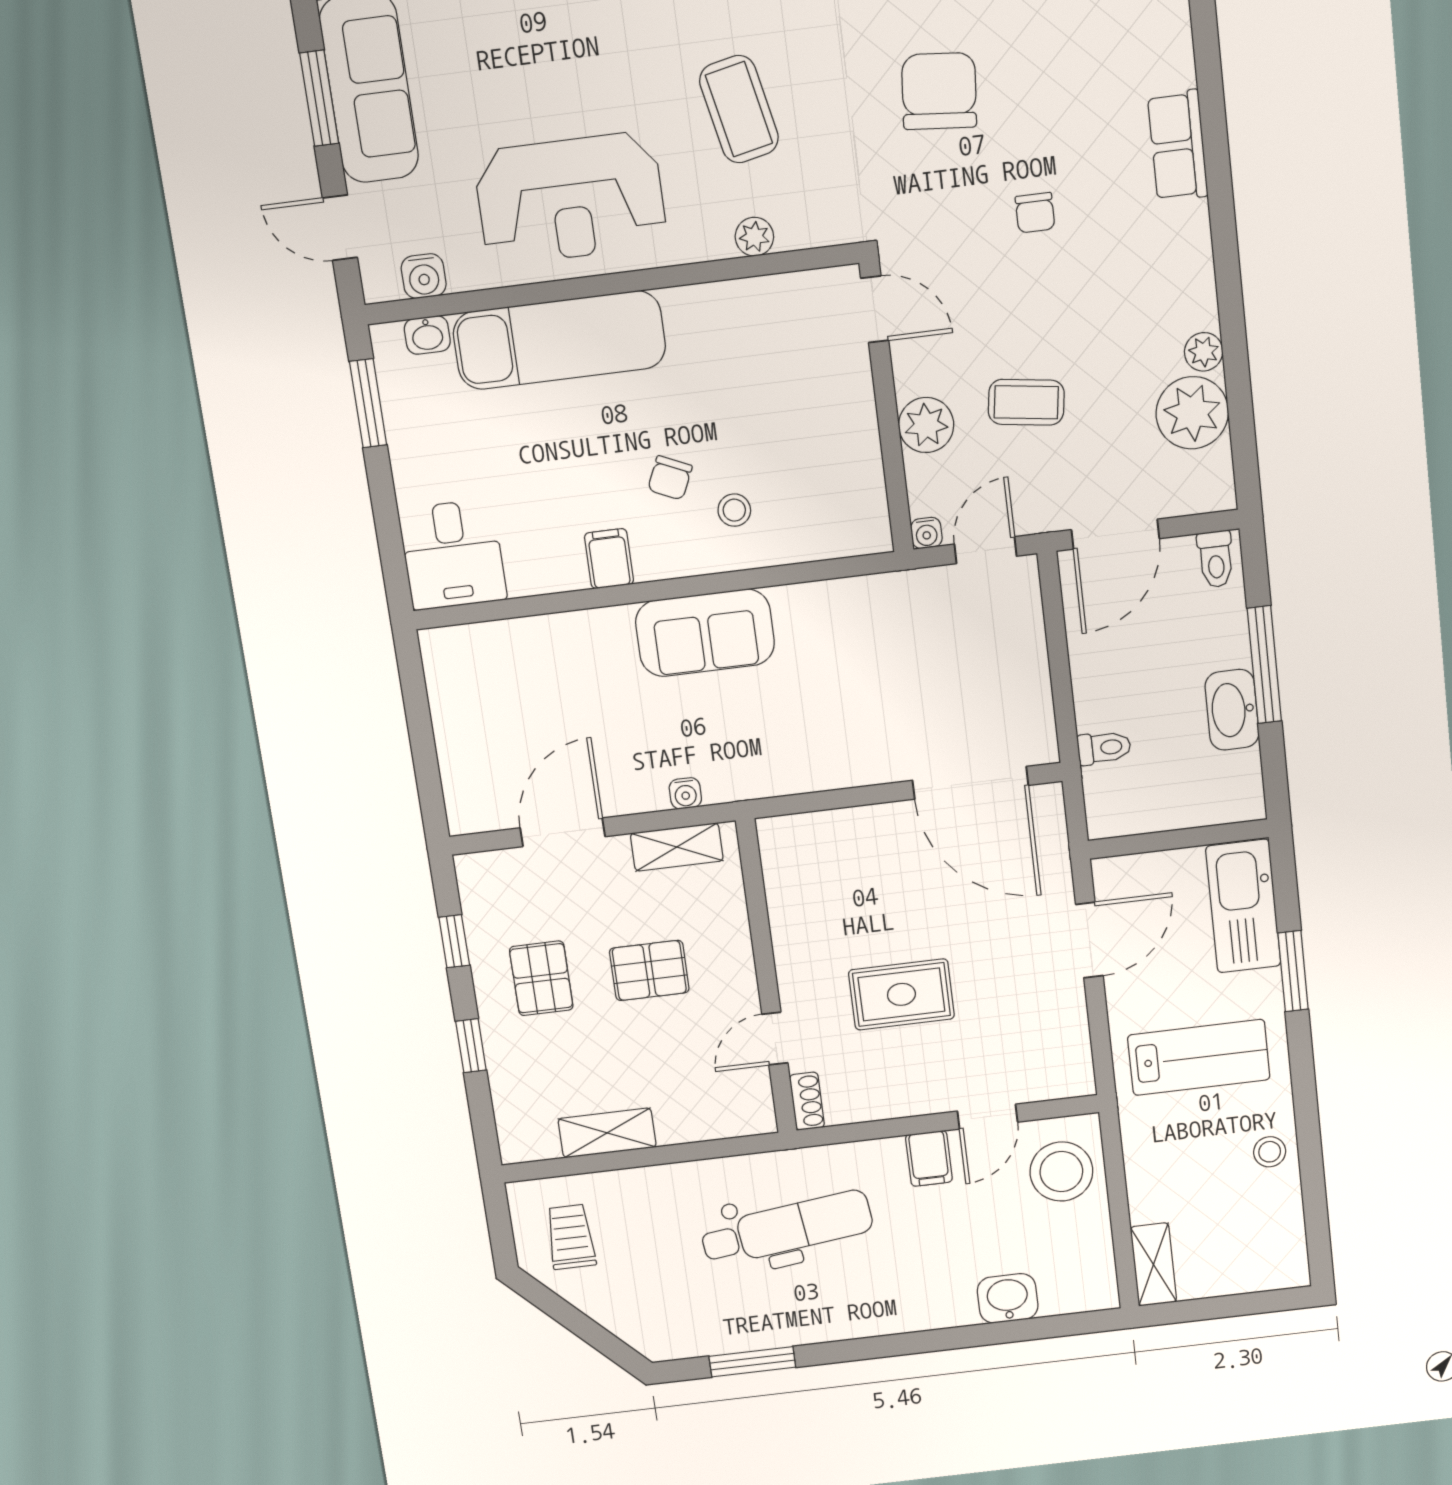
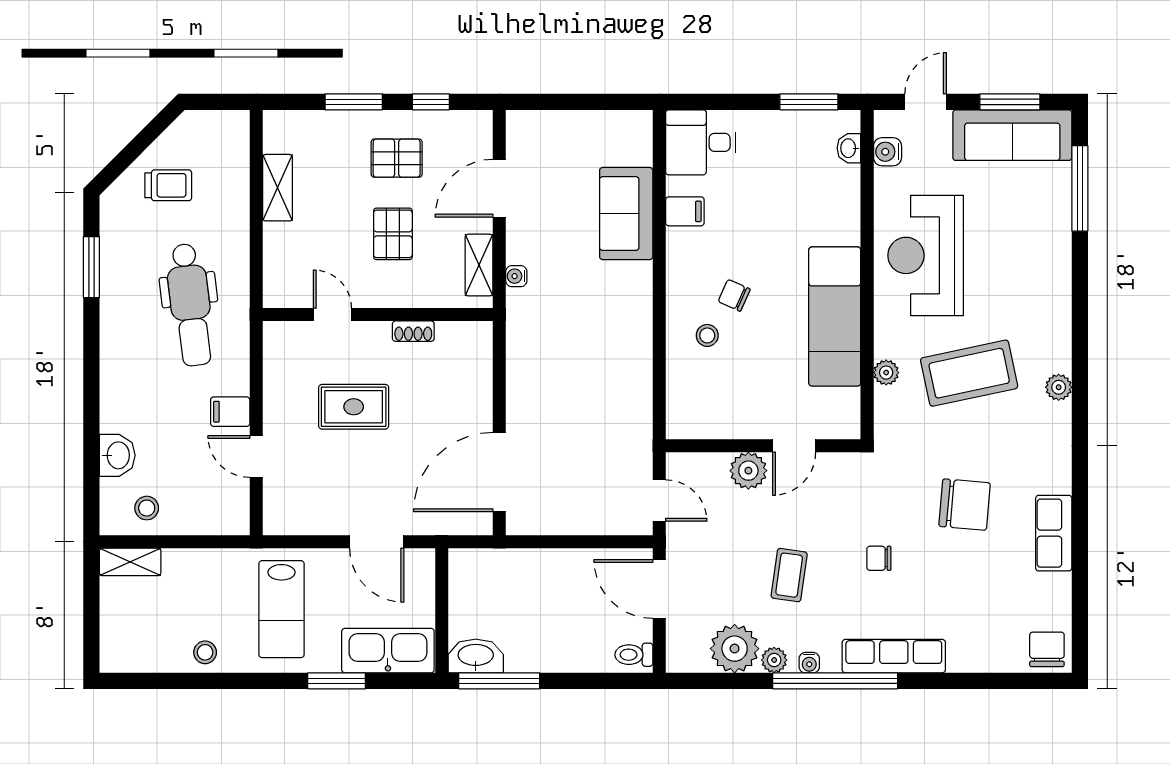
coffee table: (739, 109) -> (969, 373), width x1.36, depth x1.32
row of seats: (1178, 146) -> (894, 656), width x1.48
window: (1226, 256) -> (835, 681), added
door: (875, 309) -> (794, 446), moved
exam couch: (559, 340) -> (835, 317), moved
coffee table: (1026, 402) -> (789, 575), moved
water cooler: (926, 533) -> (809, 663), moved, turned -90
filing cabinet: (609, 559) -> (685, 211), moved
sofa: (705, 633) -> (626, 214), moved
window: (1264, 665) -> (499, 681), moved
washbasin: (1232, 710) -> (476, 656), moved
toilet: (1104, 748) -> (513, 566), removed
door: (563, 832) -> (499, 188), swing flipped
rug: (901, 994) -> (354, 407), turned 90
window: (471, 1046) -> (354, 102), width x1.50
shoe rack: (807, 1101) -> (413, 331), moved
stool: (1061, 1172) -> (147, 508), moved, width x0.53, depth x0.53
trolley: (571, 1237) -> (168, 185), moved

